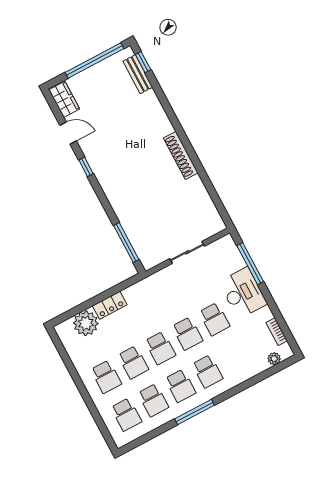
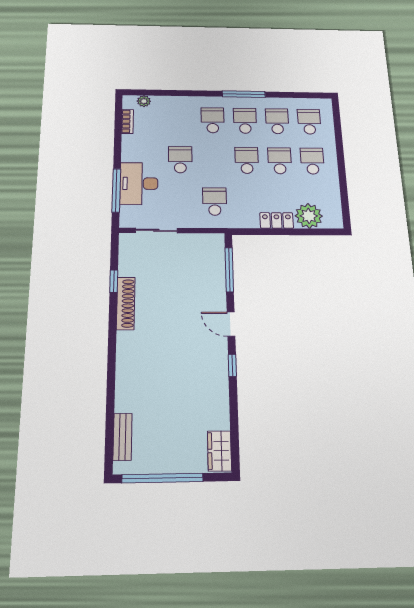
window: (143, 62) -> (114, 281), moved
door: (68, 133) -> (231, 324), moved
shoe rack: (181, 155) -> (126, 303), moved
sliding door: (187, 252) -> (156, 230), moved
desk: (243, 293) -> (139, 183), moved
school desk: (187, 334) -> (215, 201), moved

